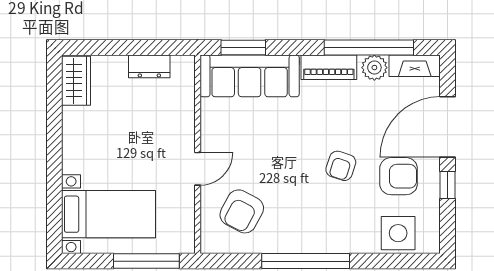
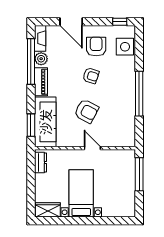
dresser: (149, 66) -> (41, 163), moved
door: (448, 127) -> (71, 22), width x0.73
window: (448, 185) -> (120, 22), moved
armchair: (242, 211) -> (86, 111), moved
bed with nightstands: (109, 214) -> (81, 193), moved

